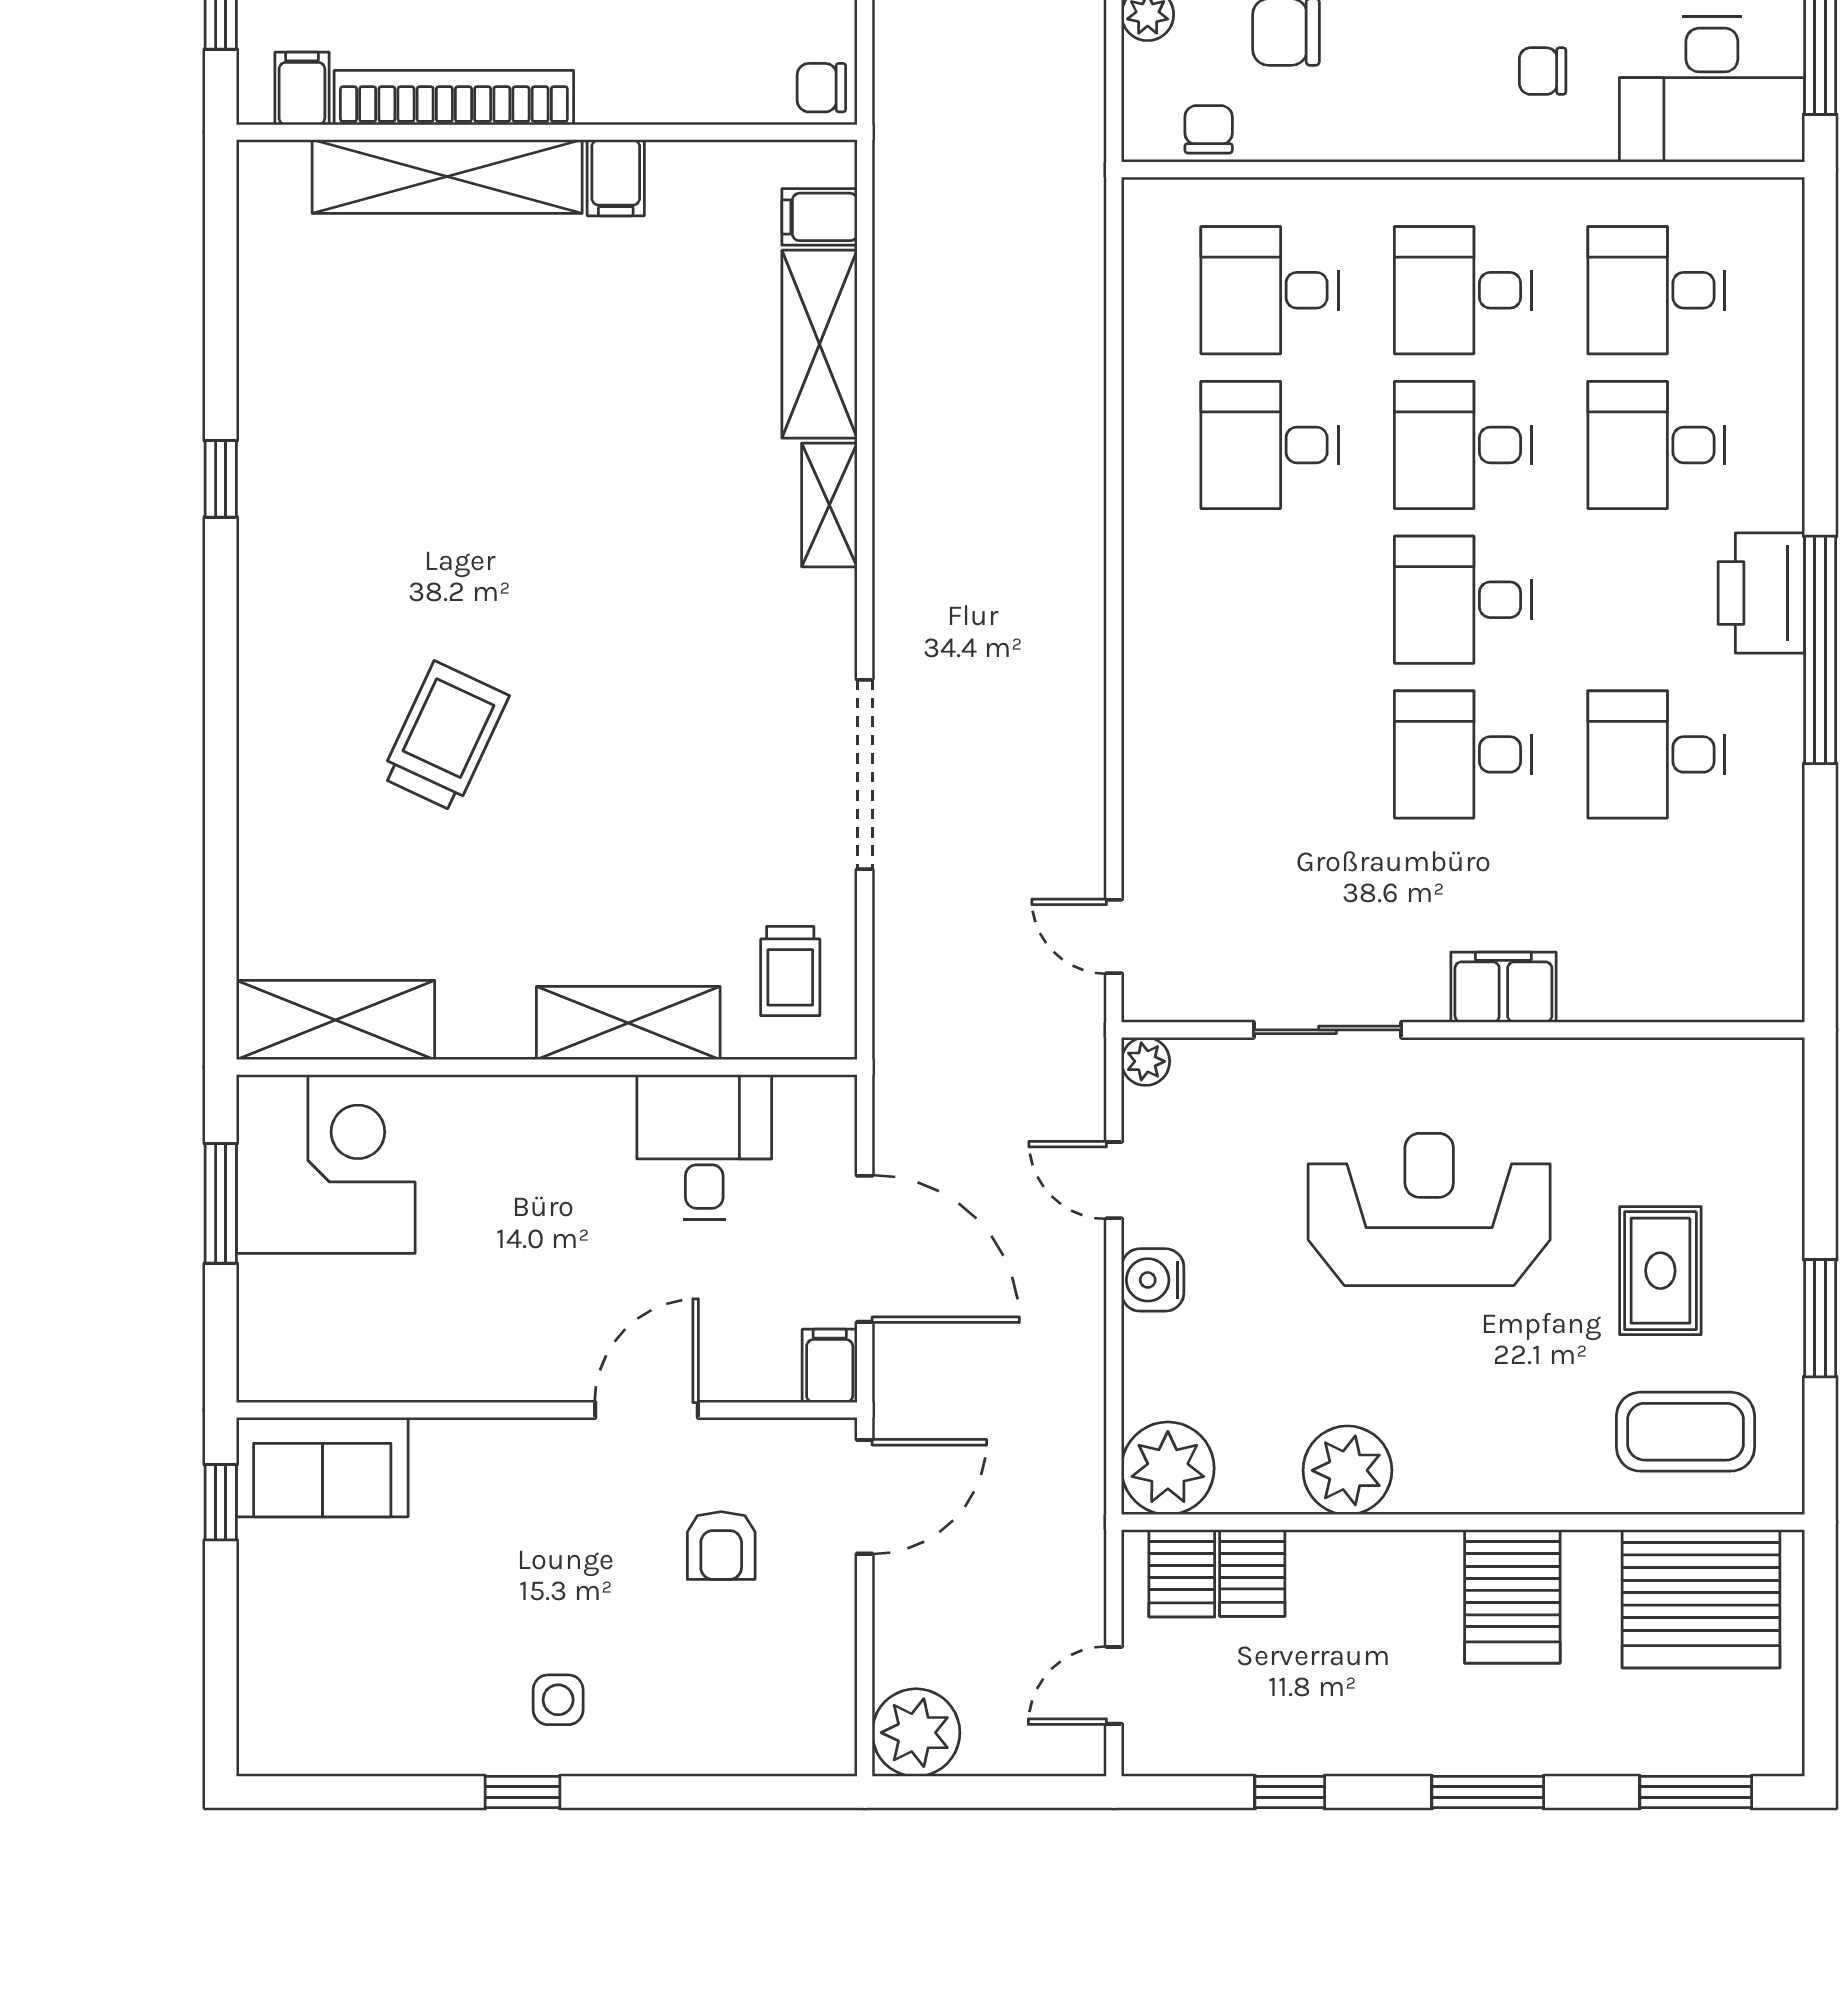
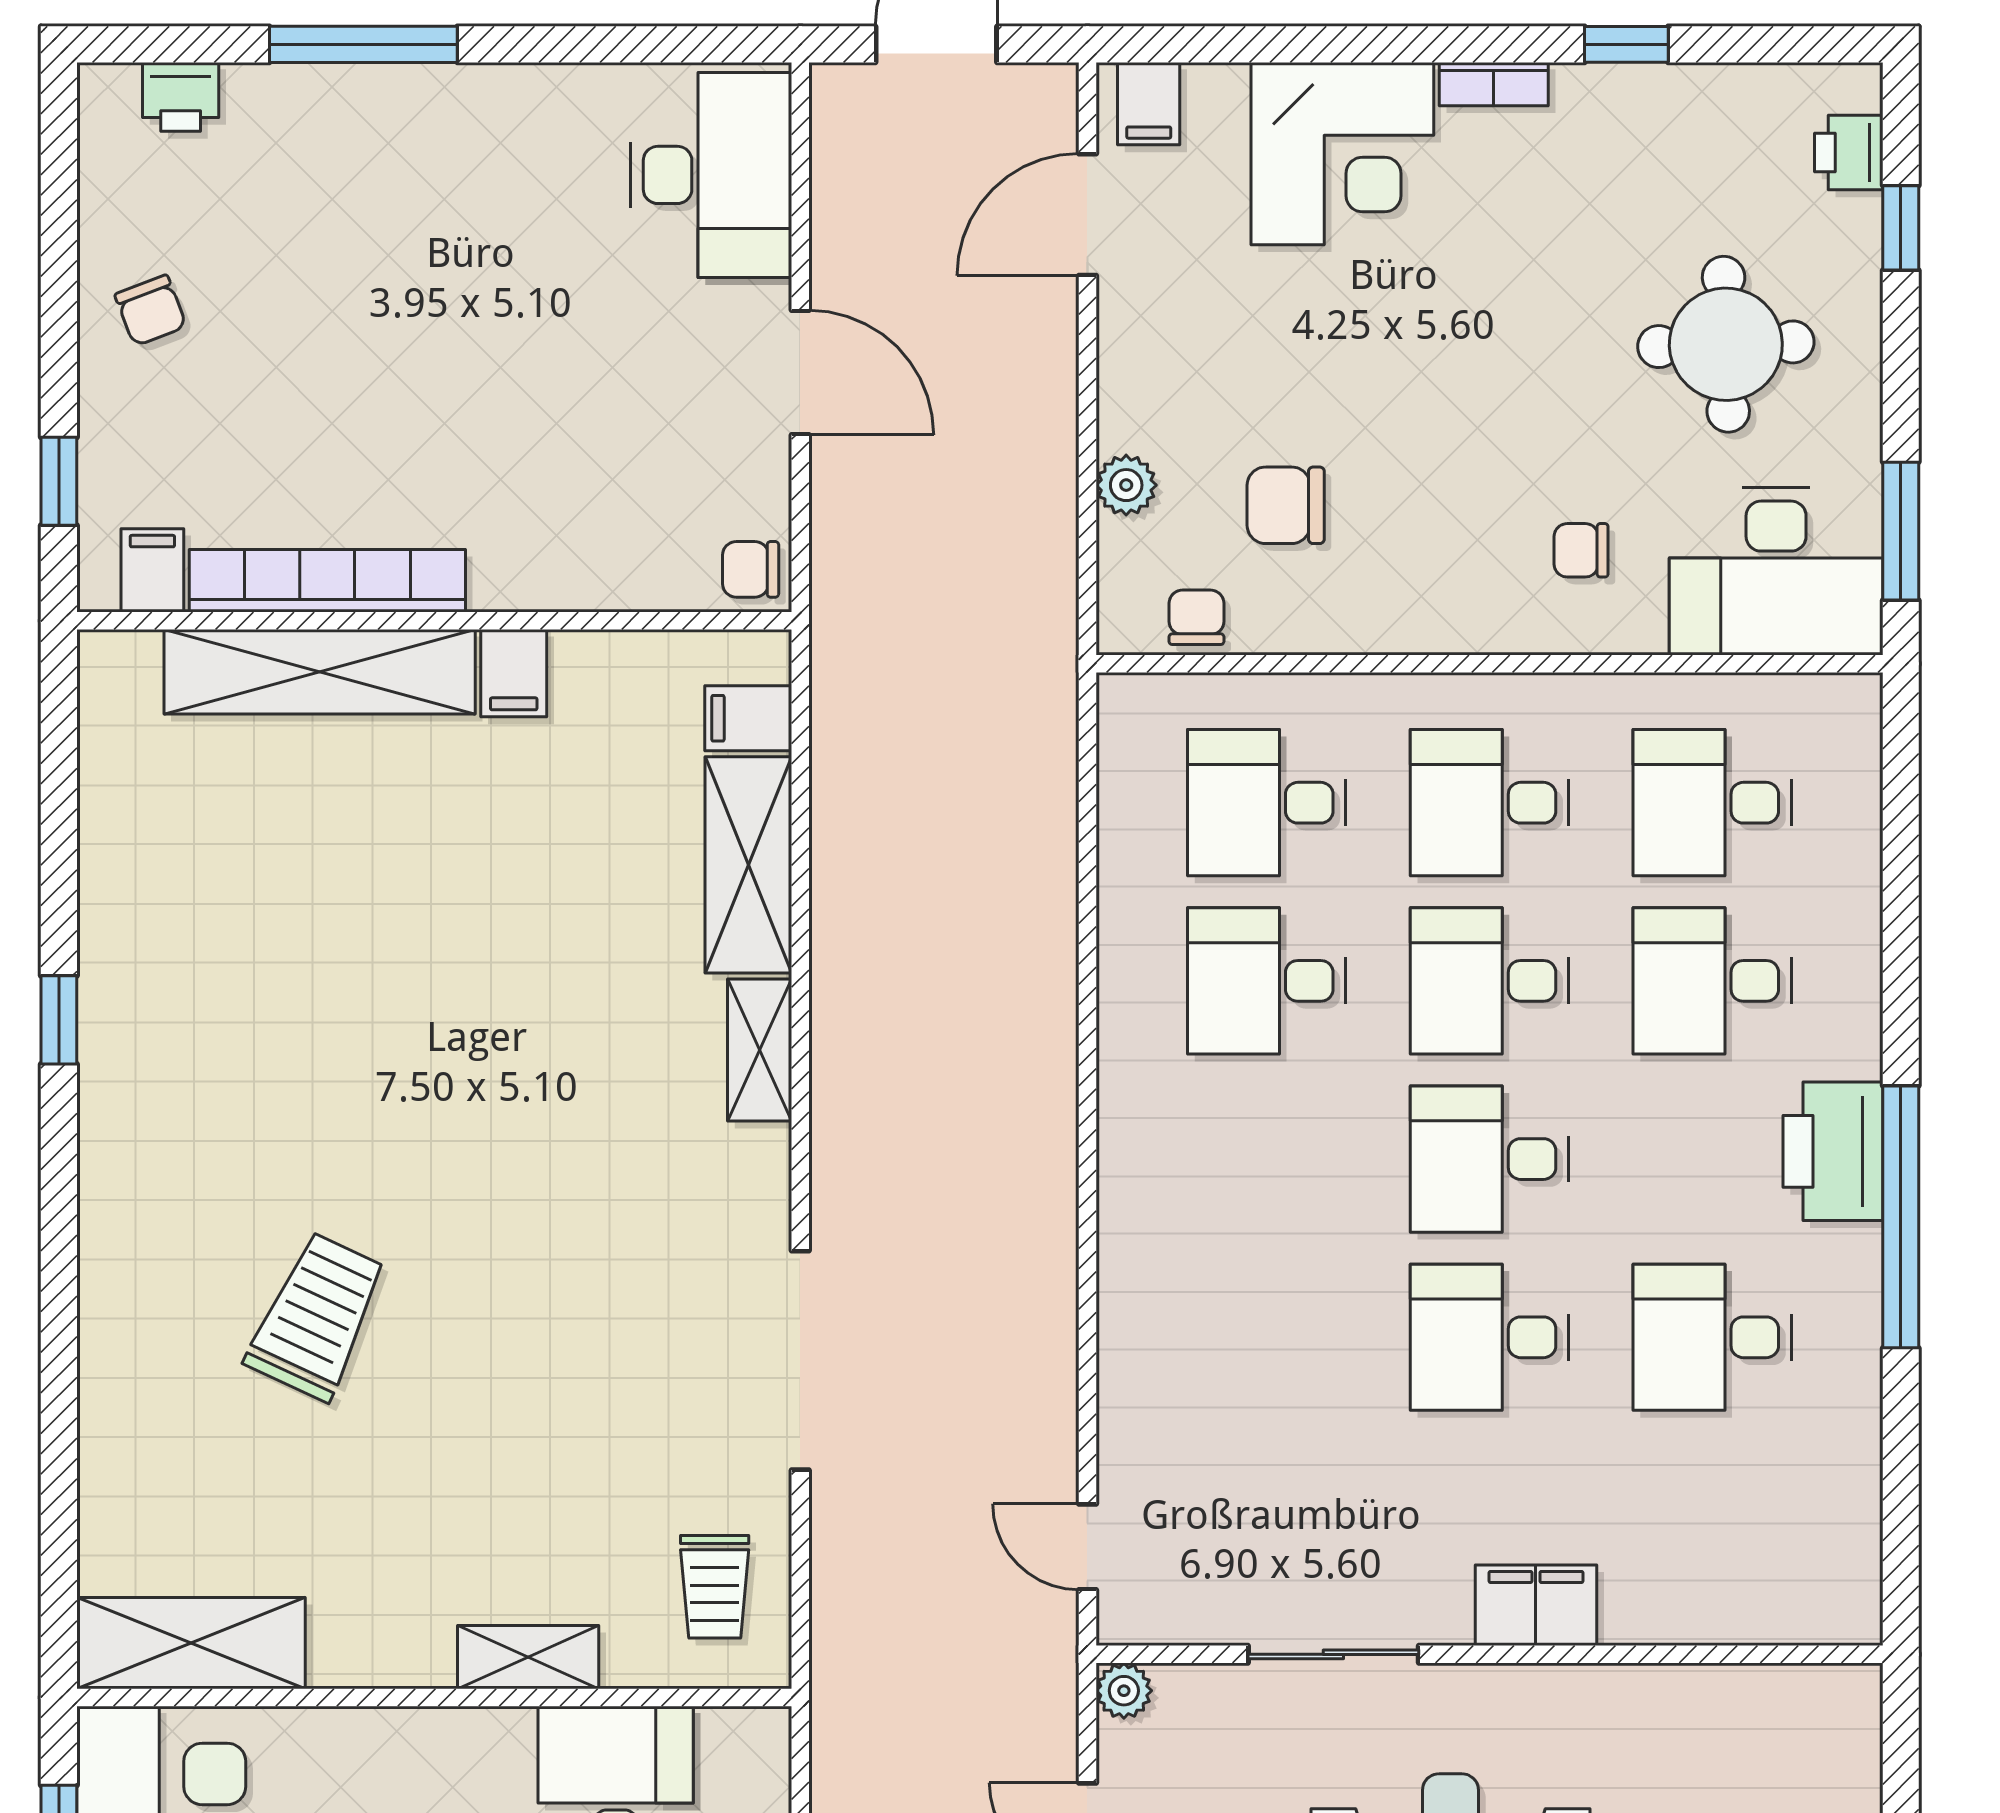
shelving: (628, 1023) -> (528, 1657), width x0.67, depth x0.75

